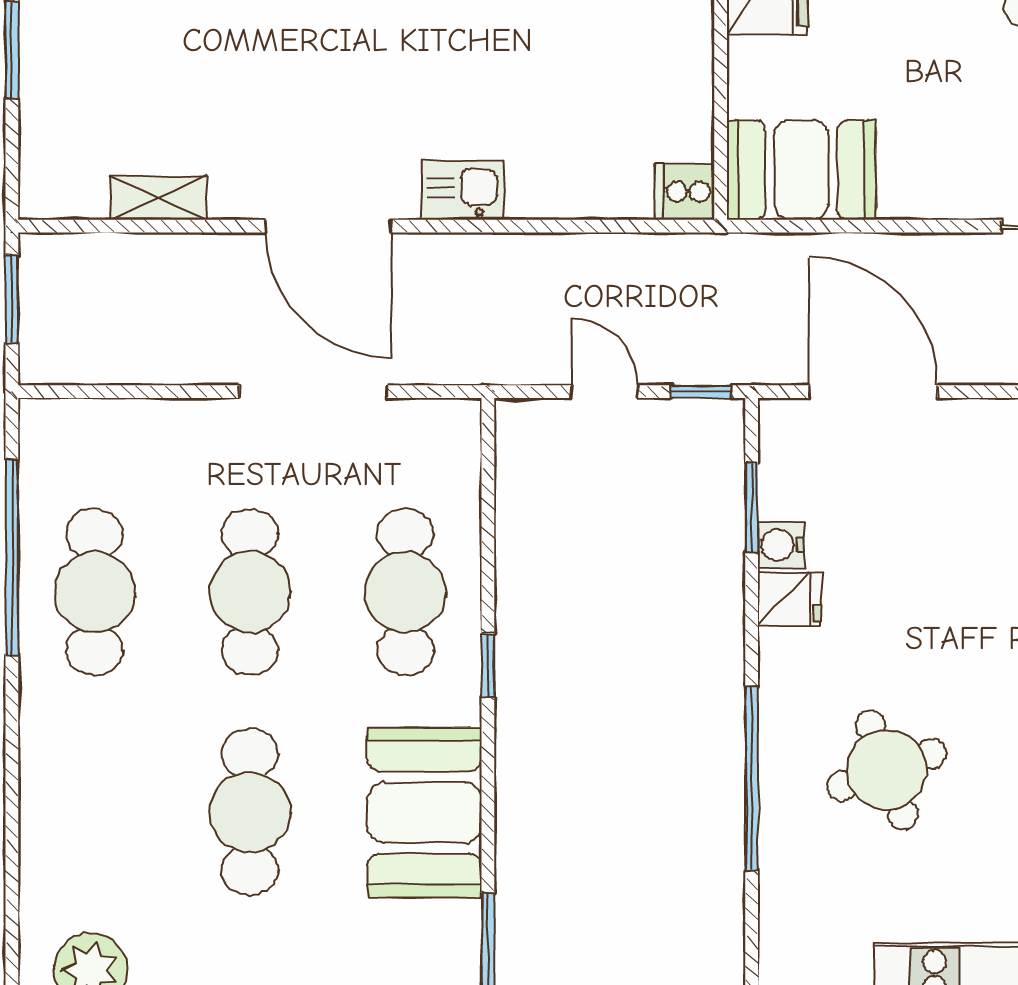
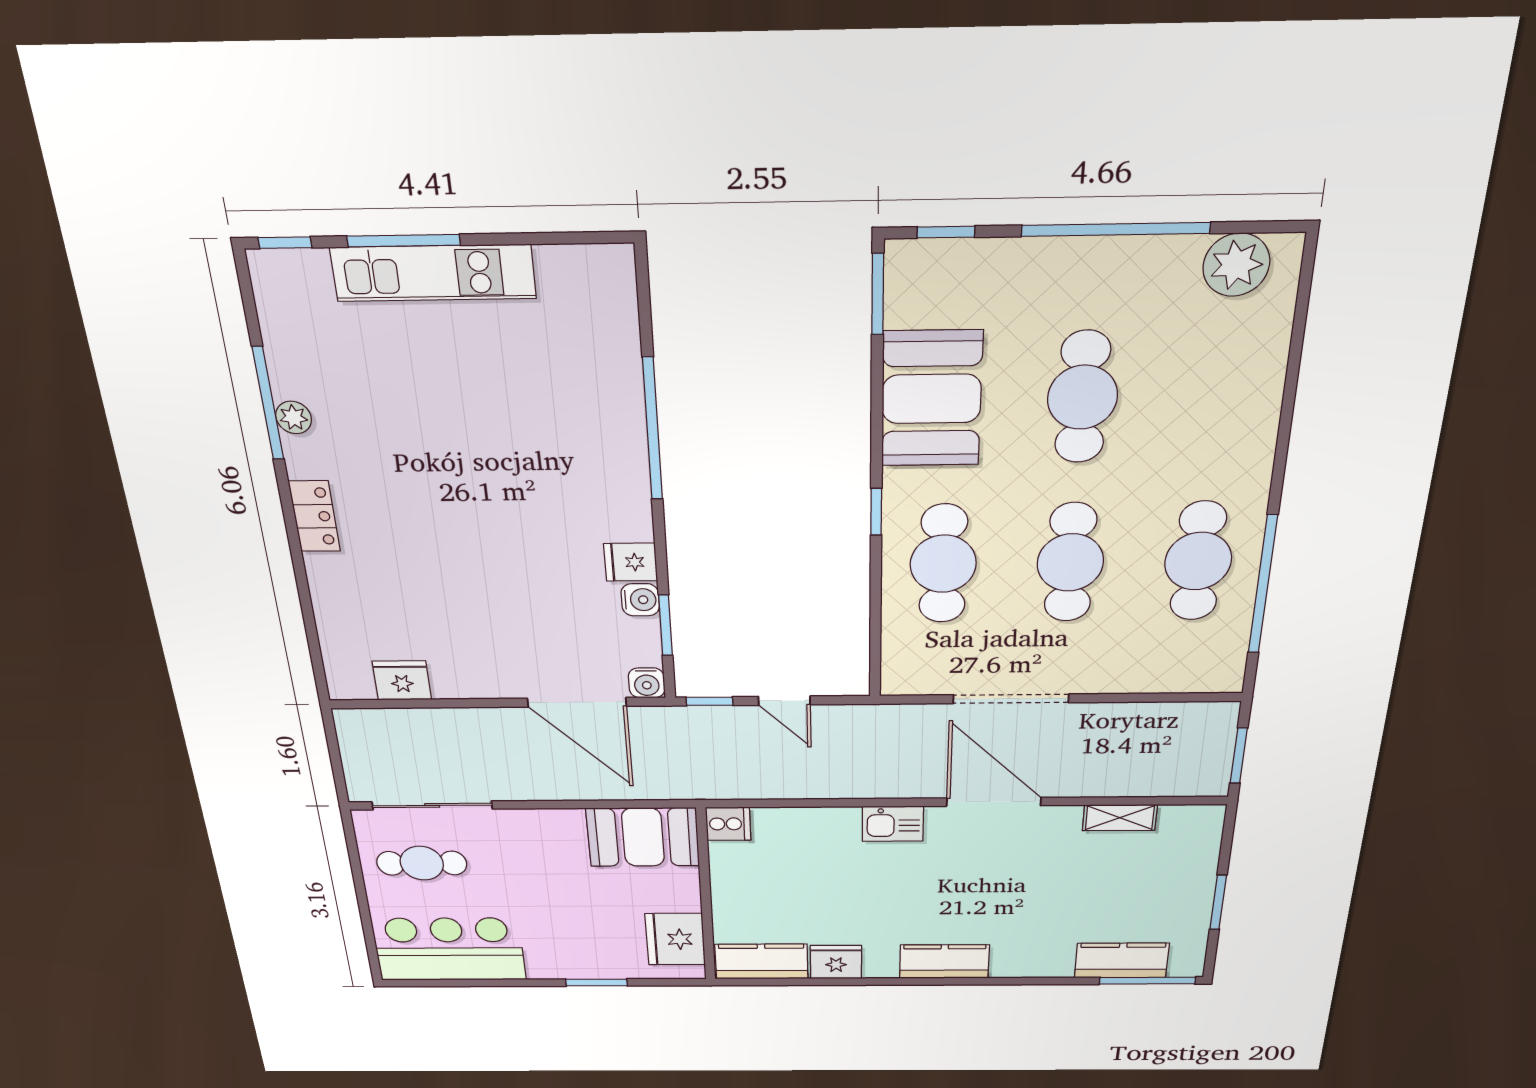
water cooler: (781, 421) -> (647, 683), added
round table: (887, 770) -> (539, 437), removed

